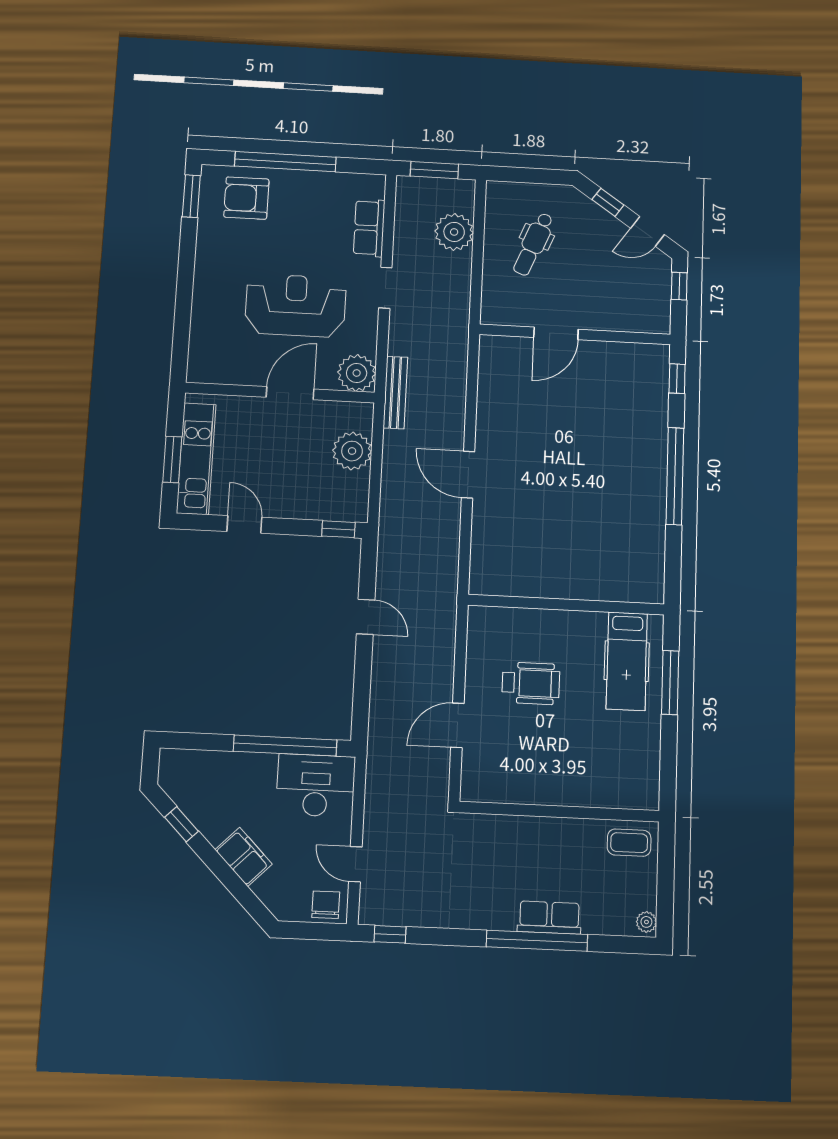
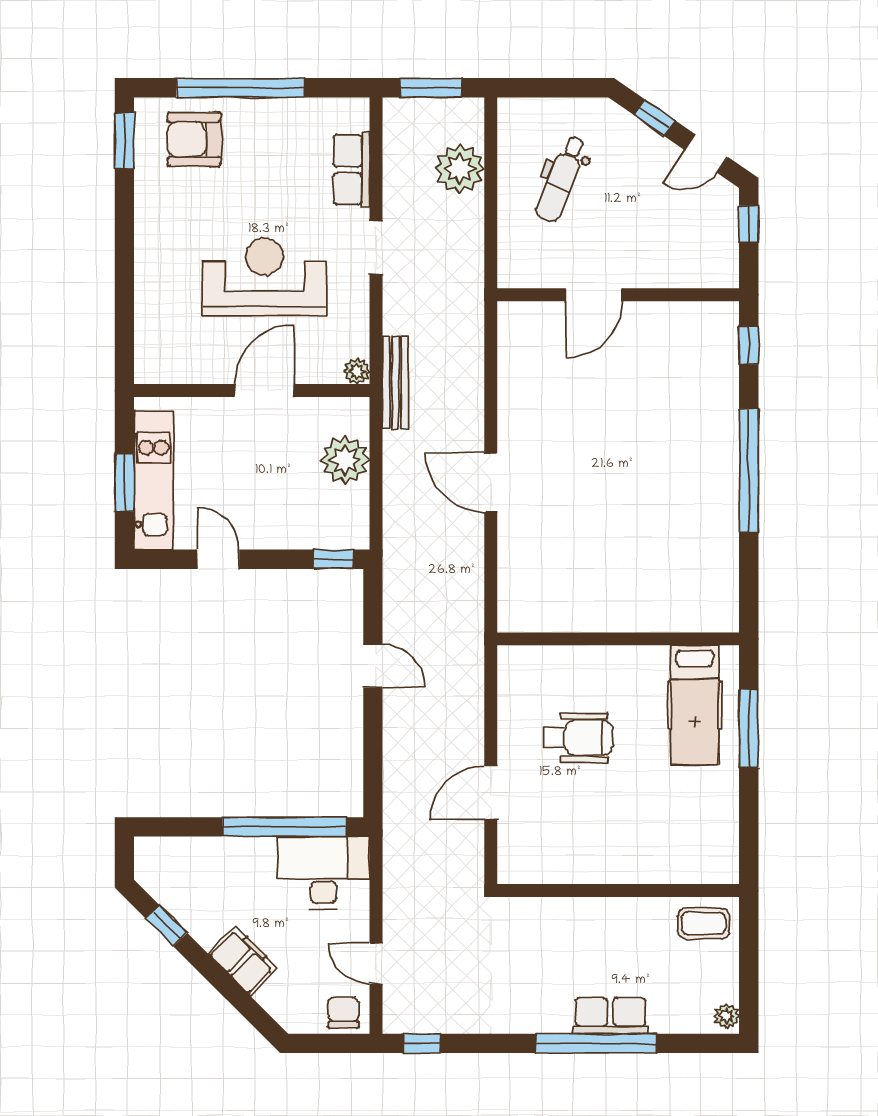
plant: (357, 373) -> (357, 371), width x0.53, depth x0.53

